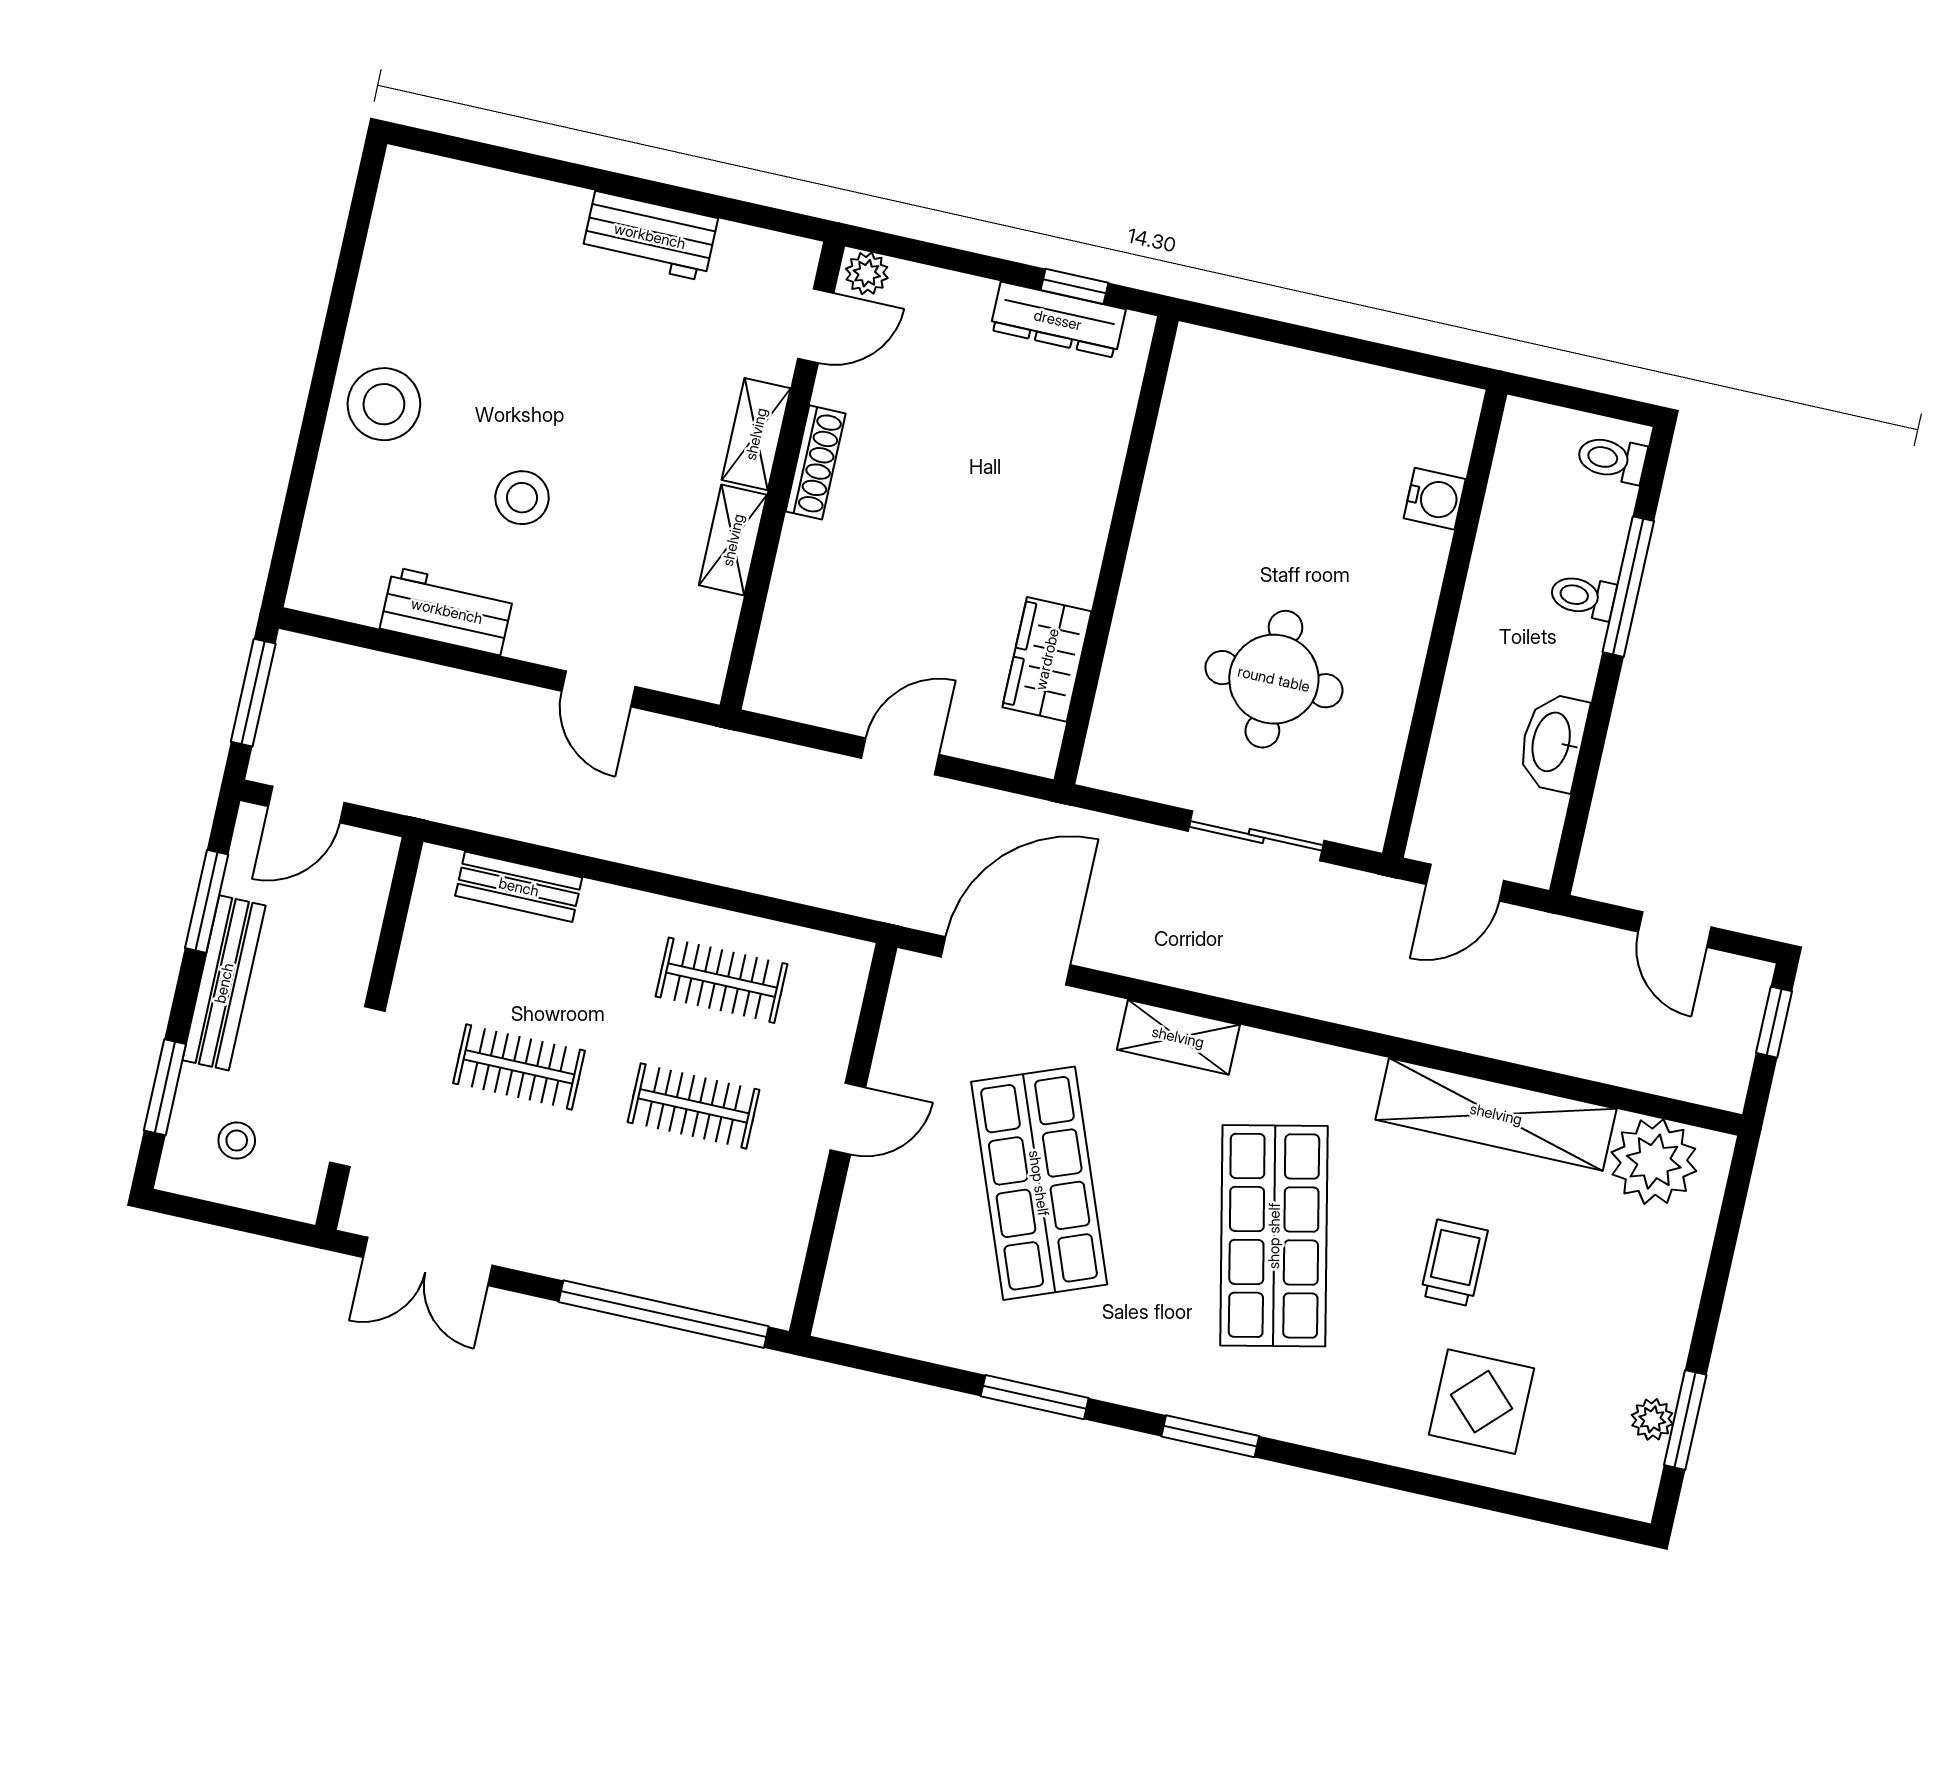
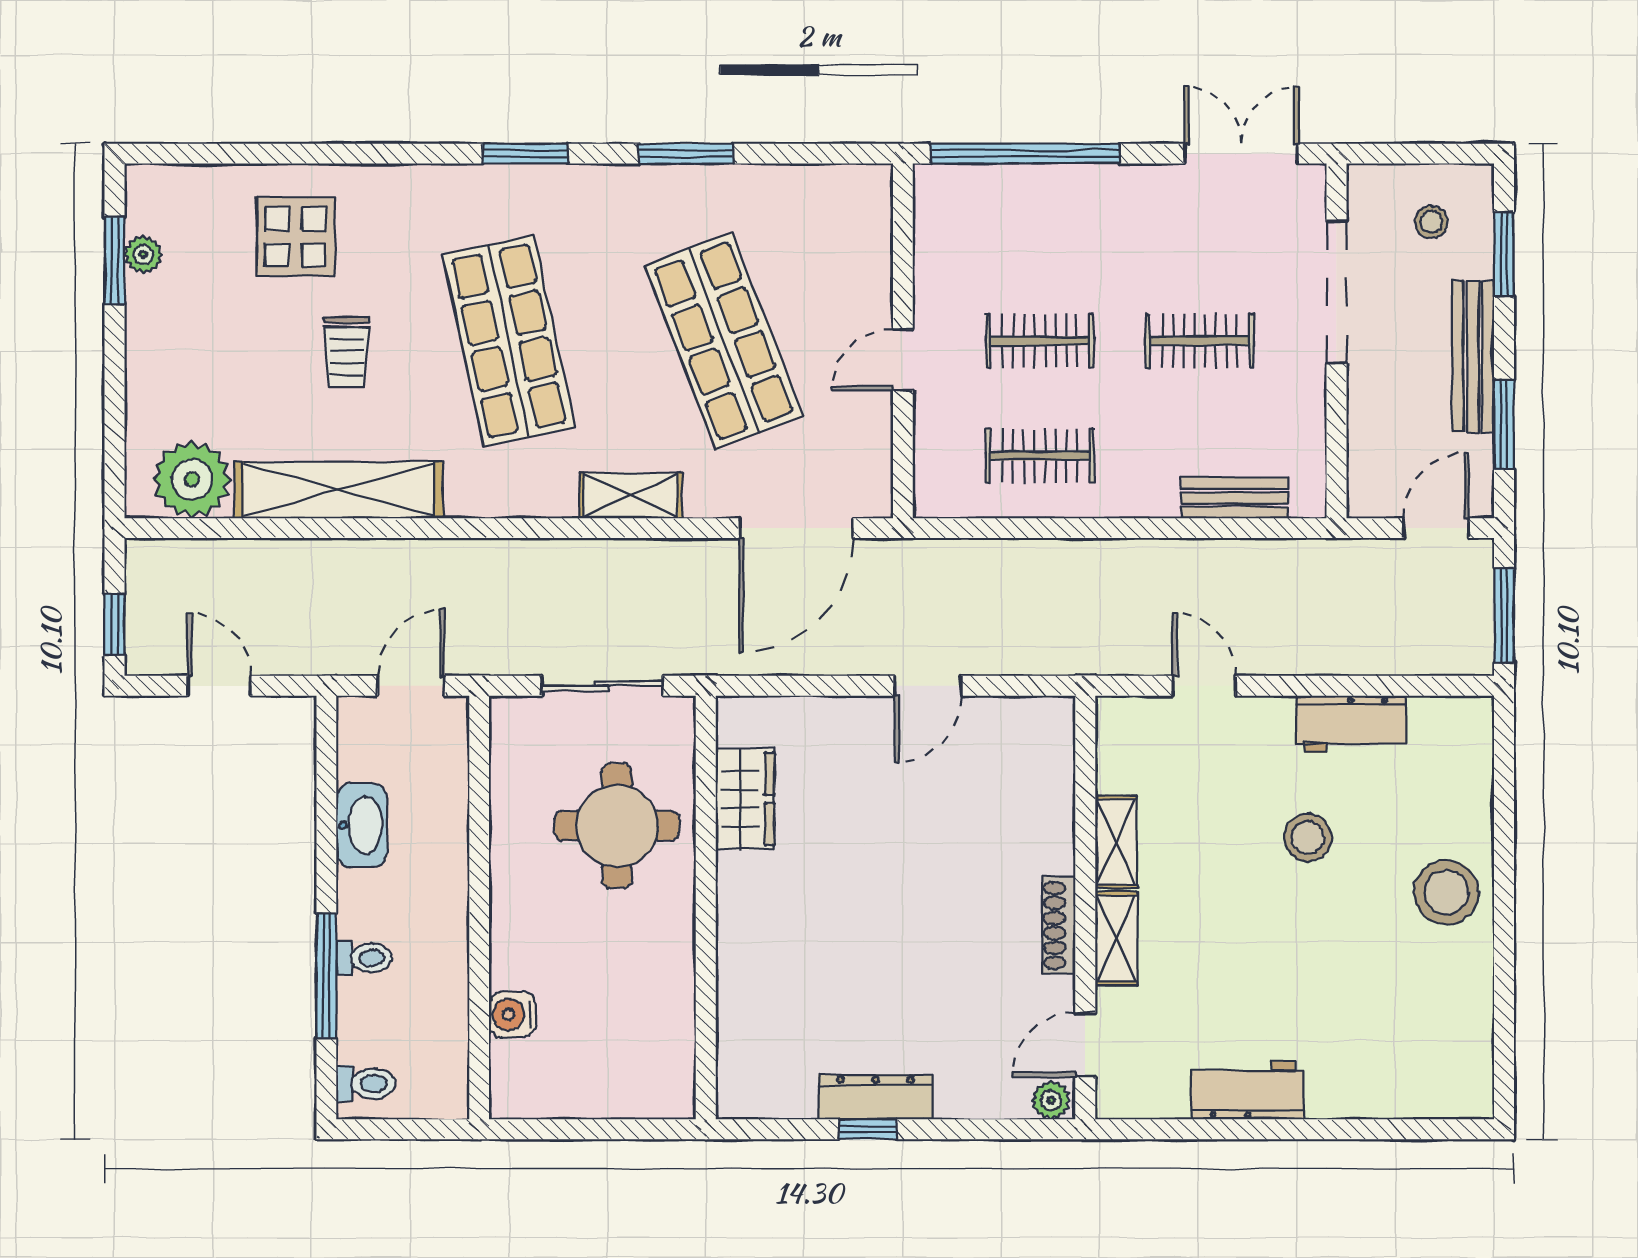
wall: (1116, 550) -> (706, 908), moved
wardrobe: (1047, 659) -> (745, 799), moved

